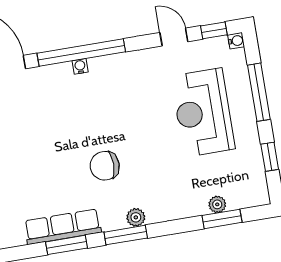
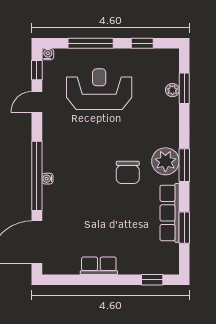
reception desk: (203, 112) -> (99, 89), turned 180
plant: (136, 217) -> (165, 161), width x1.88, depth x1.88
window: (67, 245) -> (184, 228), moved

